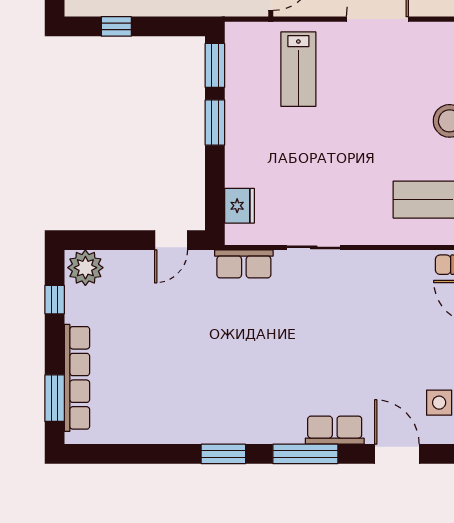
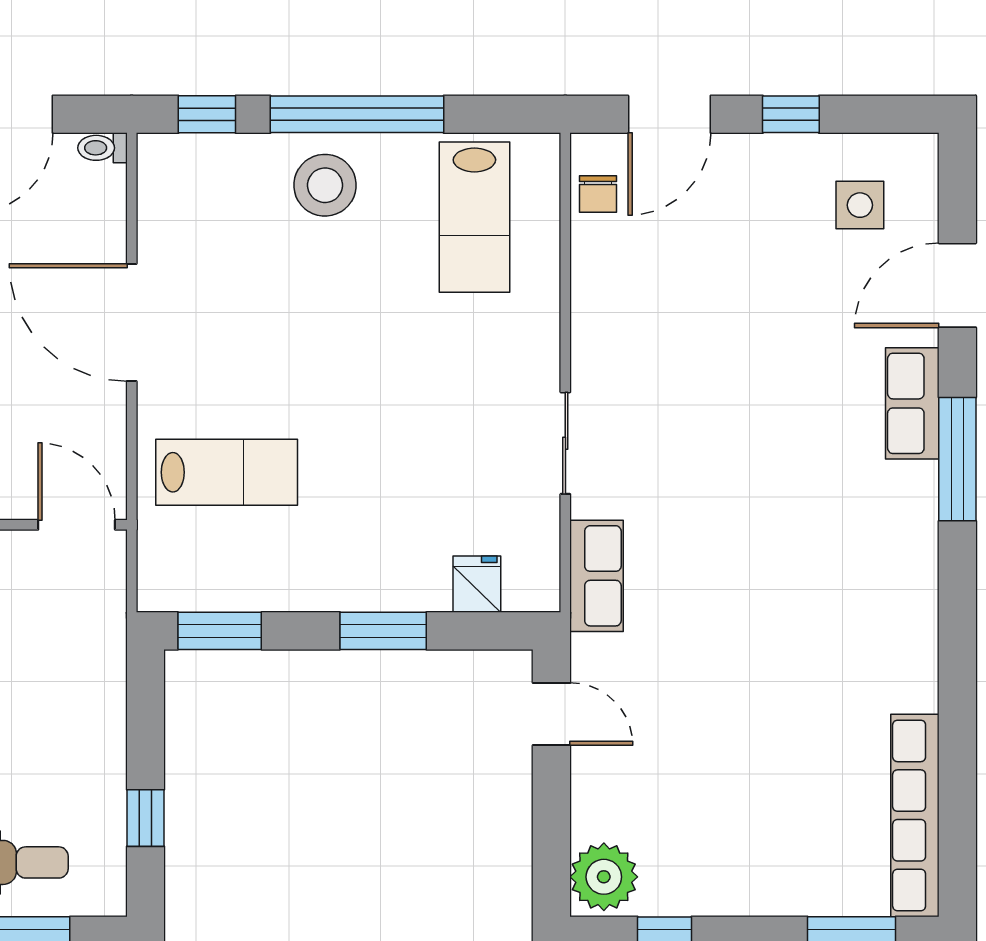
window: (215, 122) -> (383, 631), moved
fridge: (240, 206) -> (477, 584), width x0.72
row of seats: (77, 378) -> (915, 815), moved, turned -90
window: (223, 454) -> (957, 615), removed

